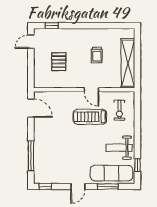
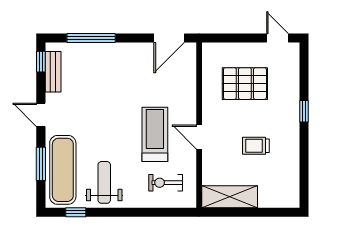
window: (52, 26) -> (304, 111), moved
pallet: (59, 62) -> (245, 84), width x1.50, depth x1.42
shelving: (128, 63) -> (230, 197), width x0.68
door: (91, 90) -> (199, 137), hinge flipped
bench: (52, 179) -> (53, 72), added

